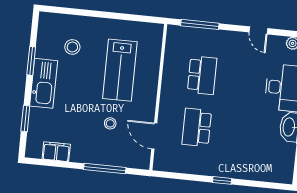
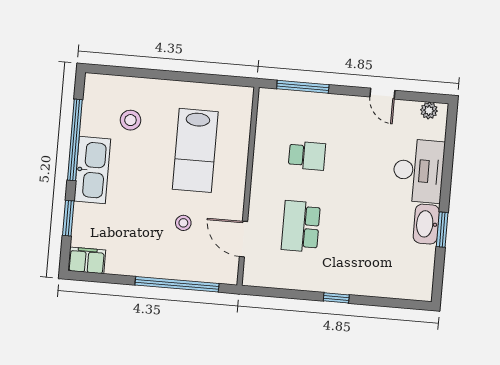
window: (31, 61) -> (75, 140), width x2.11
school desk: (202, 75) -> (307, 156), width x0.54
filing cabinet: (56, 152) -> (87, 260), moved
window: (105, 169) -> (177, 284), width x1.46

